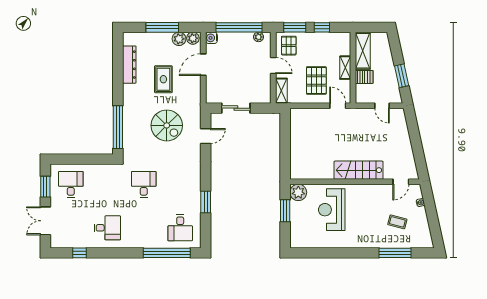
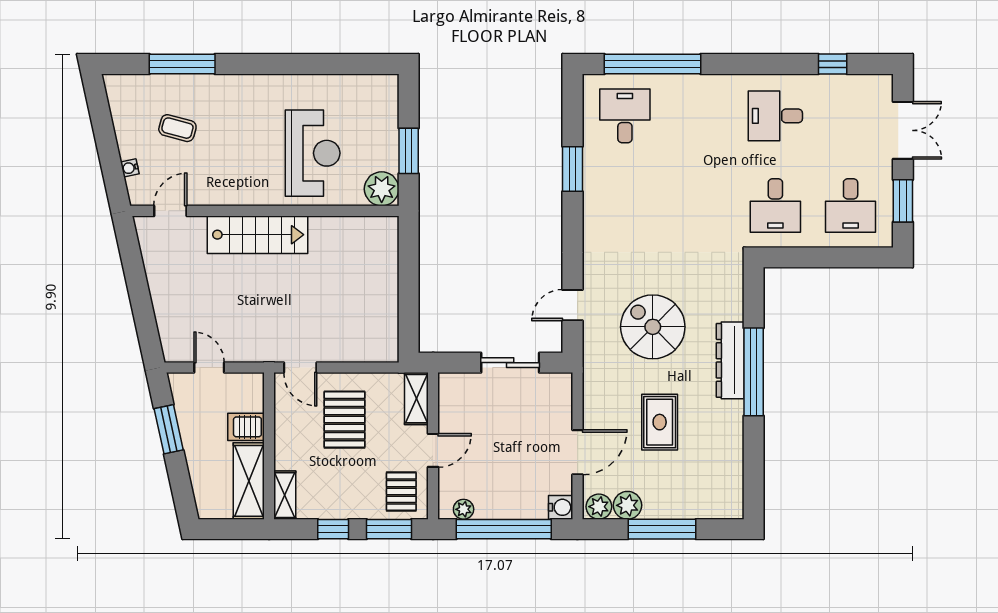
dresser: (129, 65) -> (730, 360), moved
door: (273, 65) -> (433, 450), swing flipped
shelving: (345, 68) -> (285, 495), moved
window: (118, 127) -> (754, 372), moved
desk: (144, 184) -> (775, 206), moved

